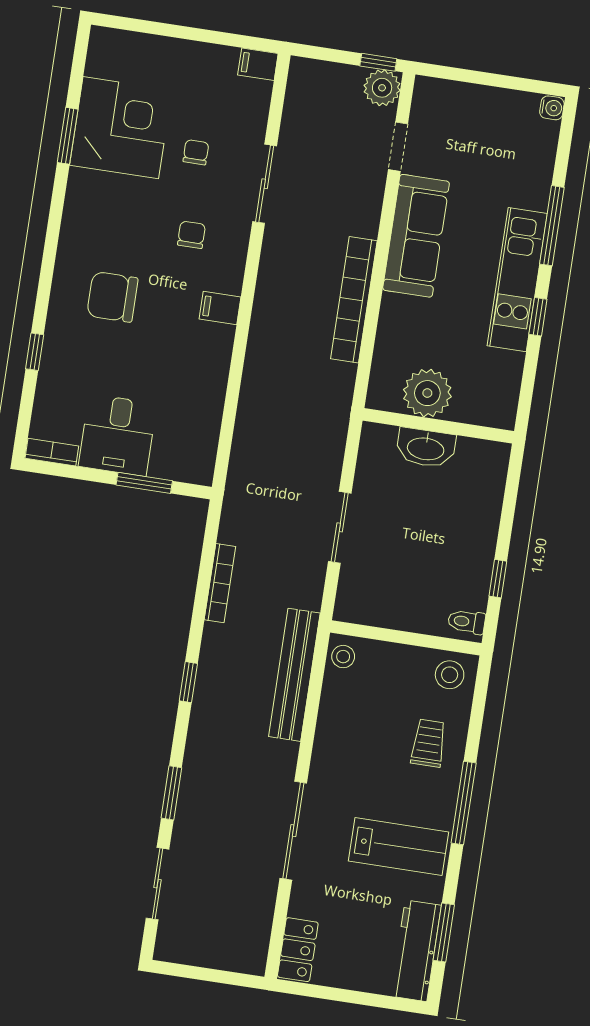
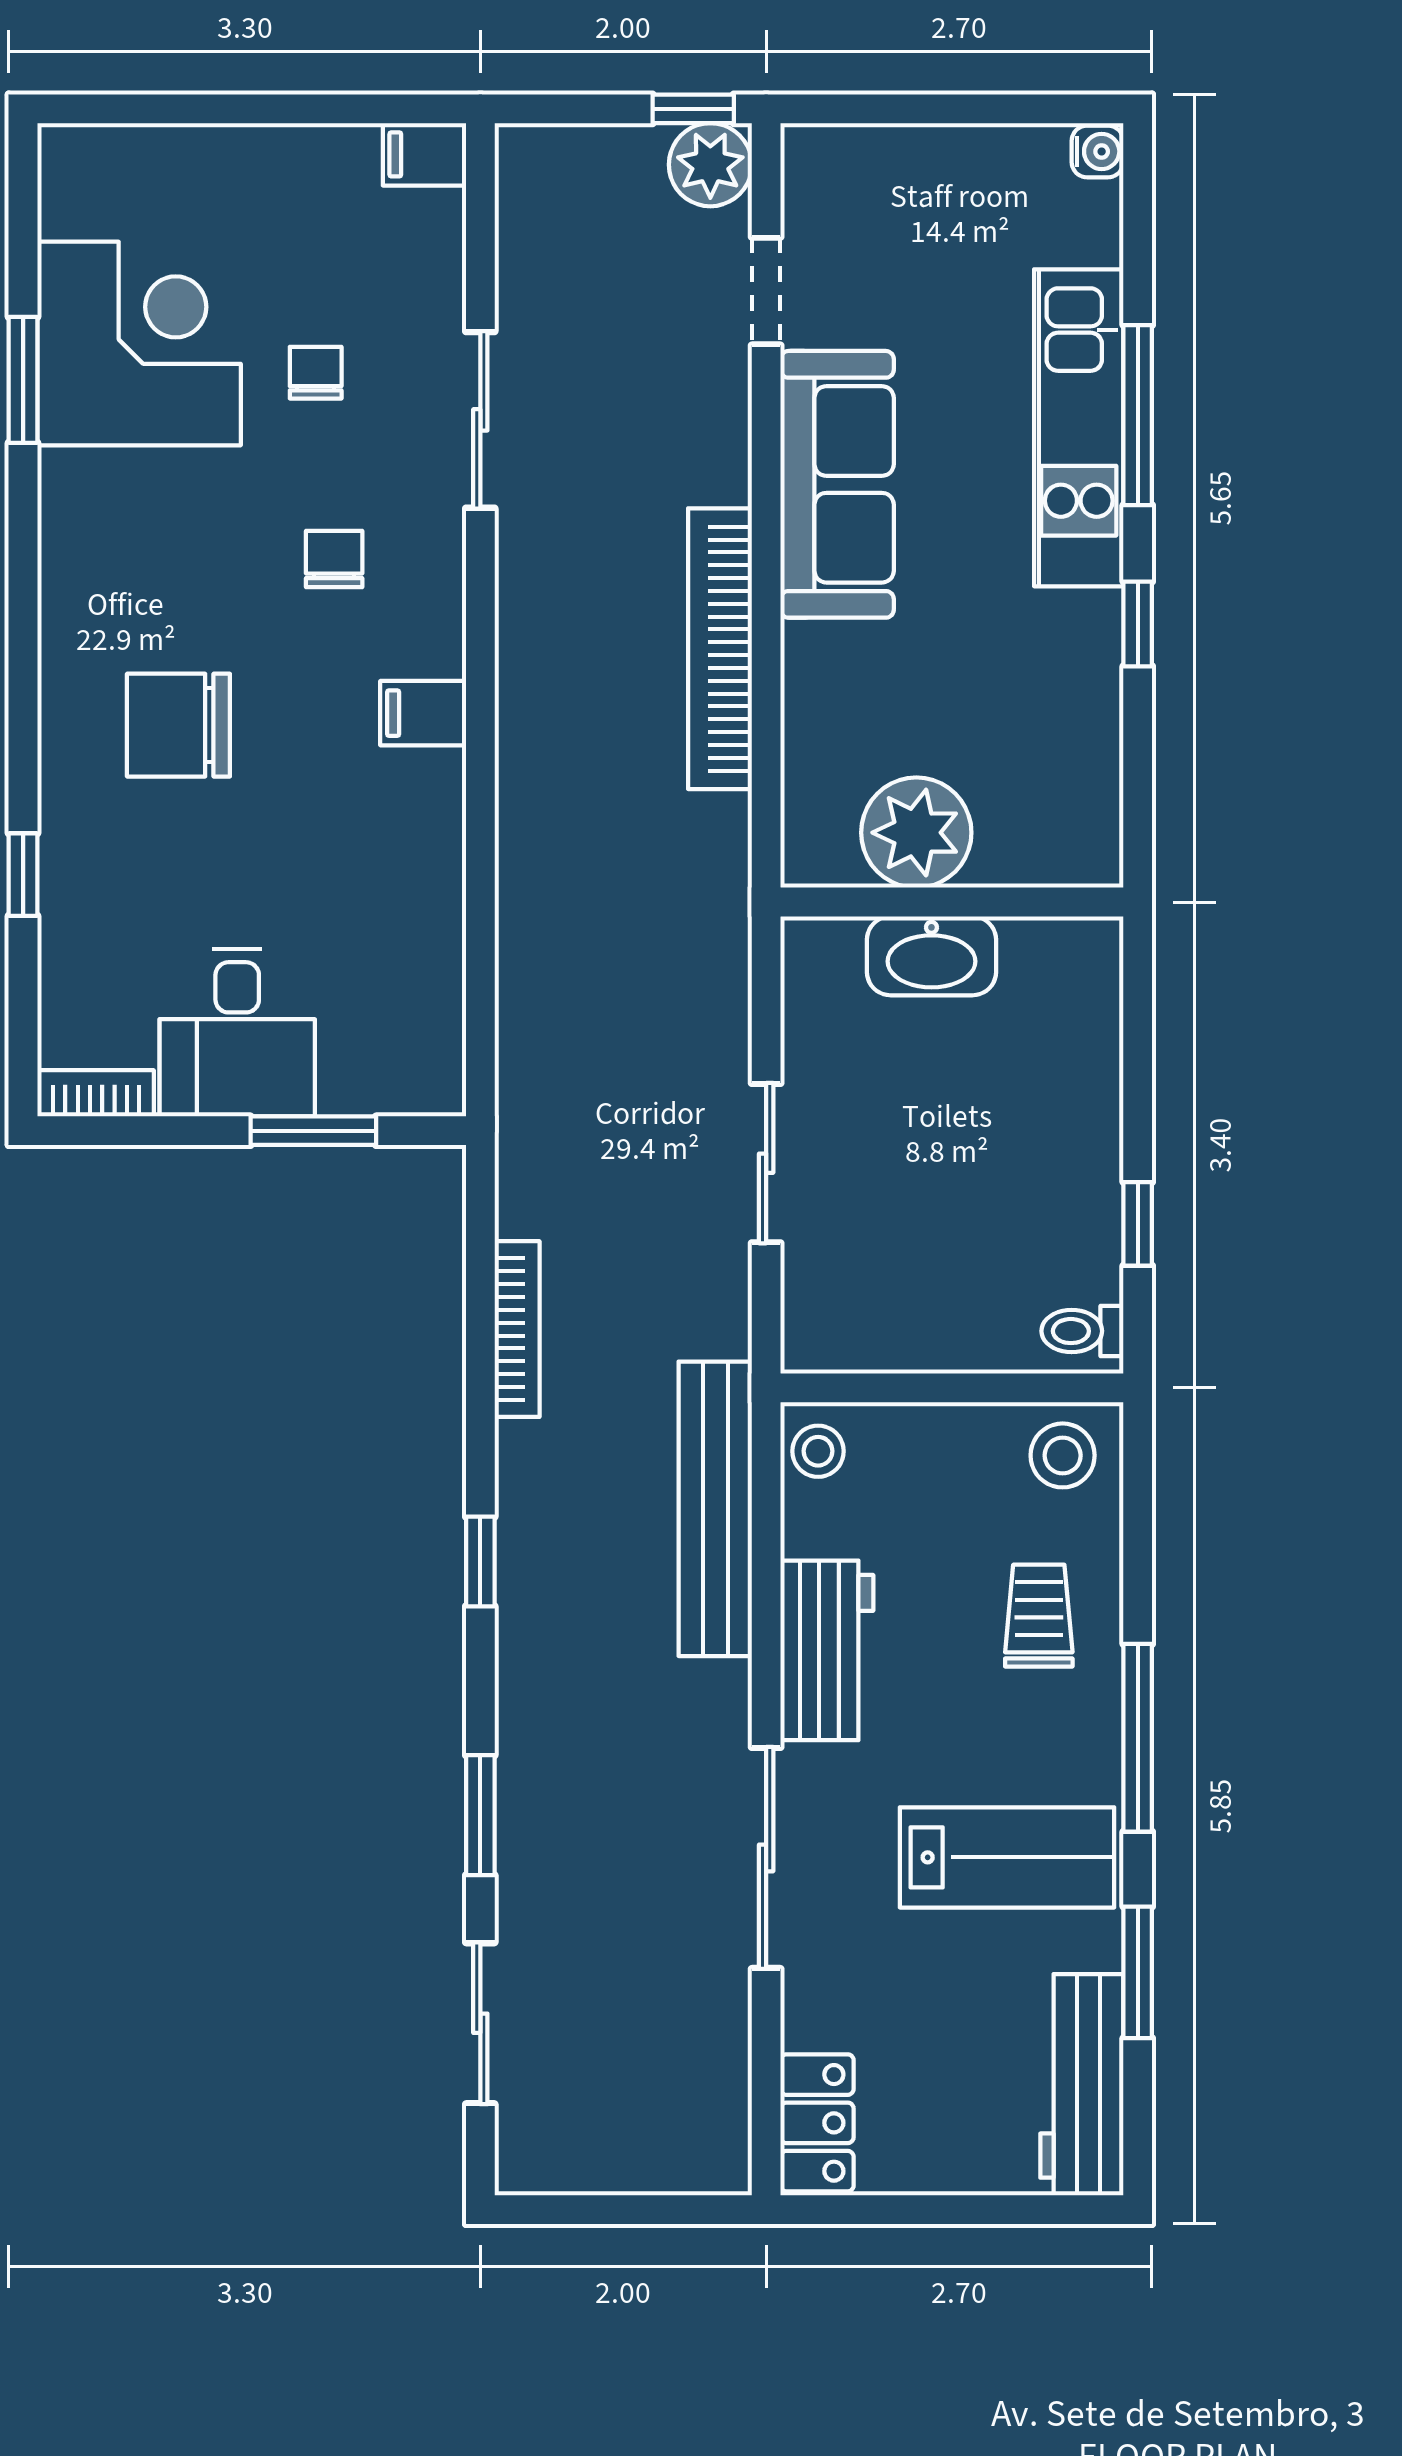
kitchen unit: (517, 280) -> (1079, 428), moved
workbench: (334, 744) -> (827, 1650), added
window: (444, 932) -> (1138, 1972), moved

